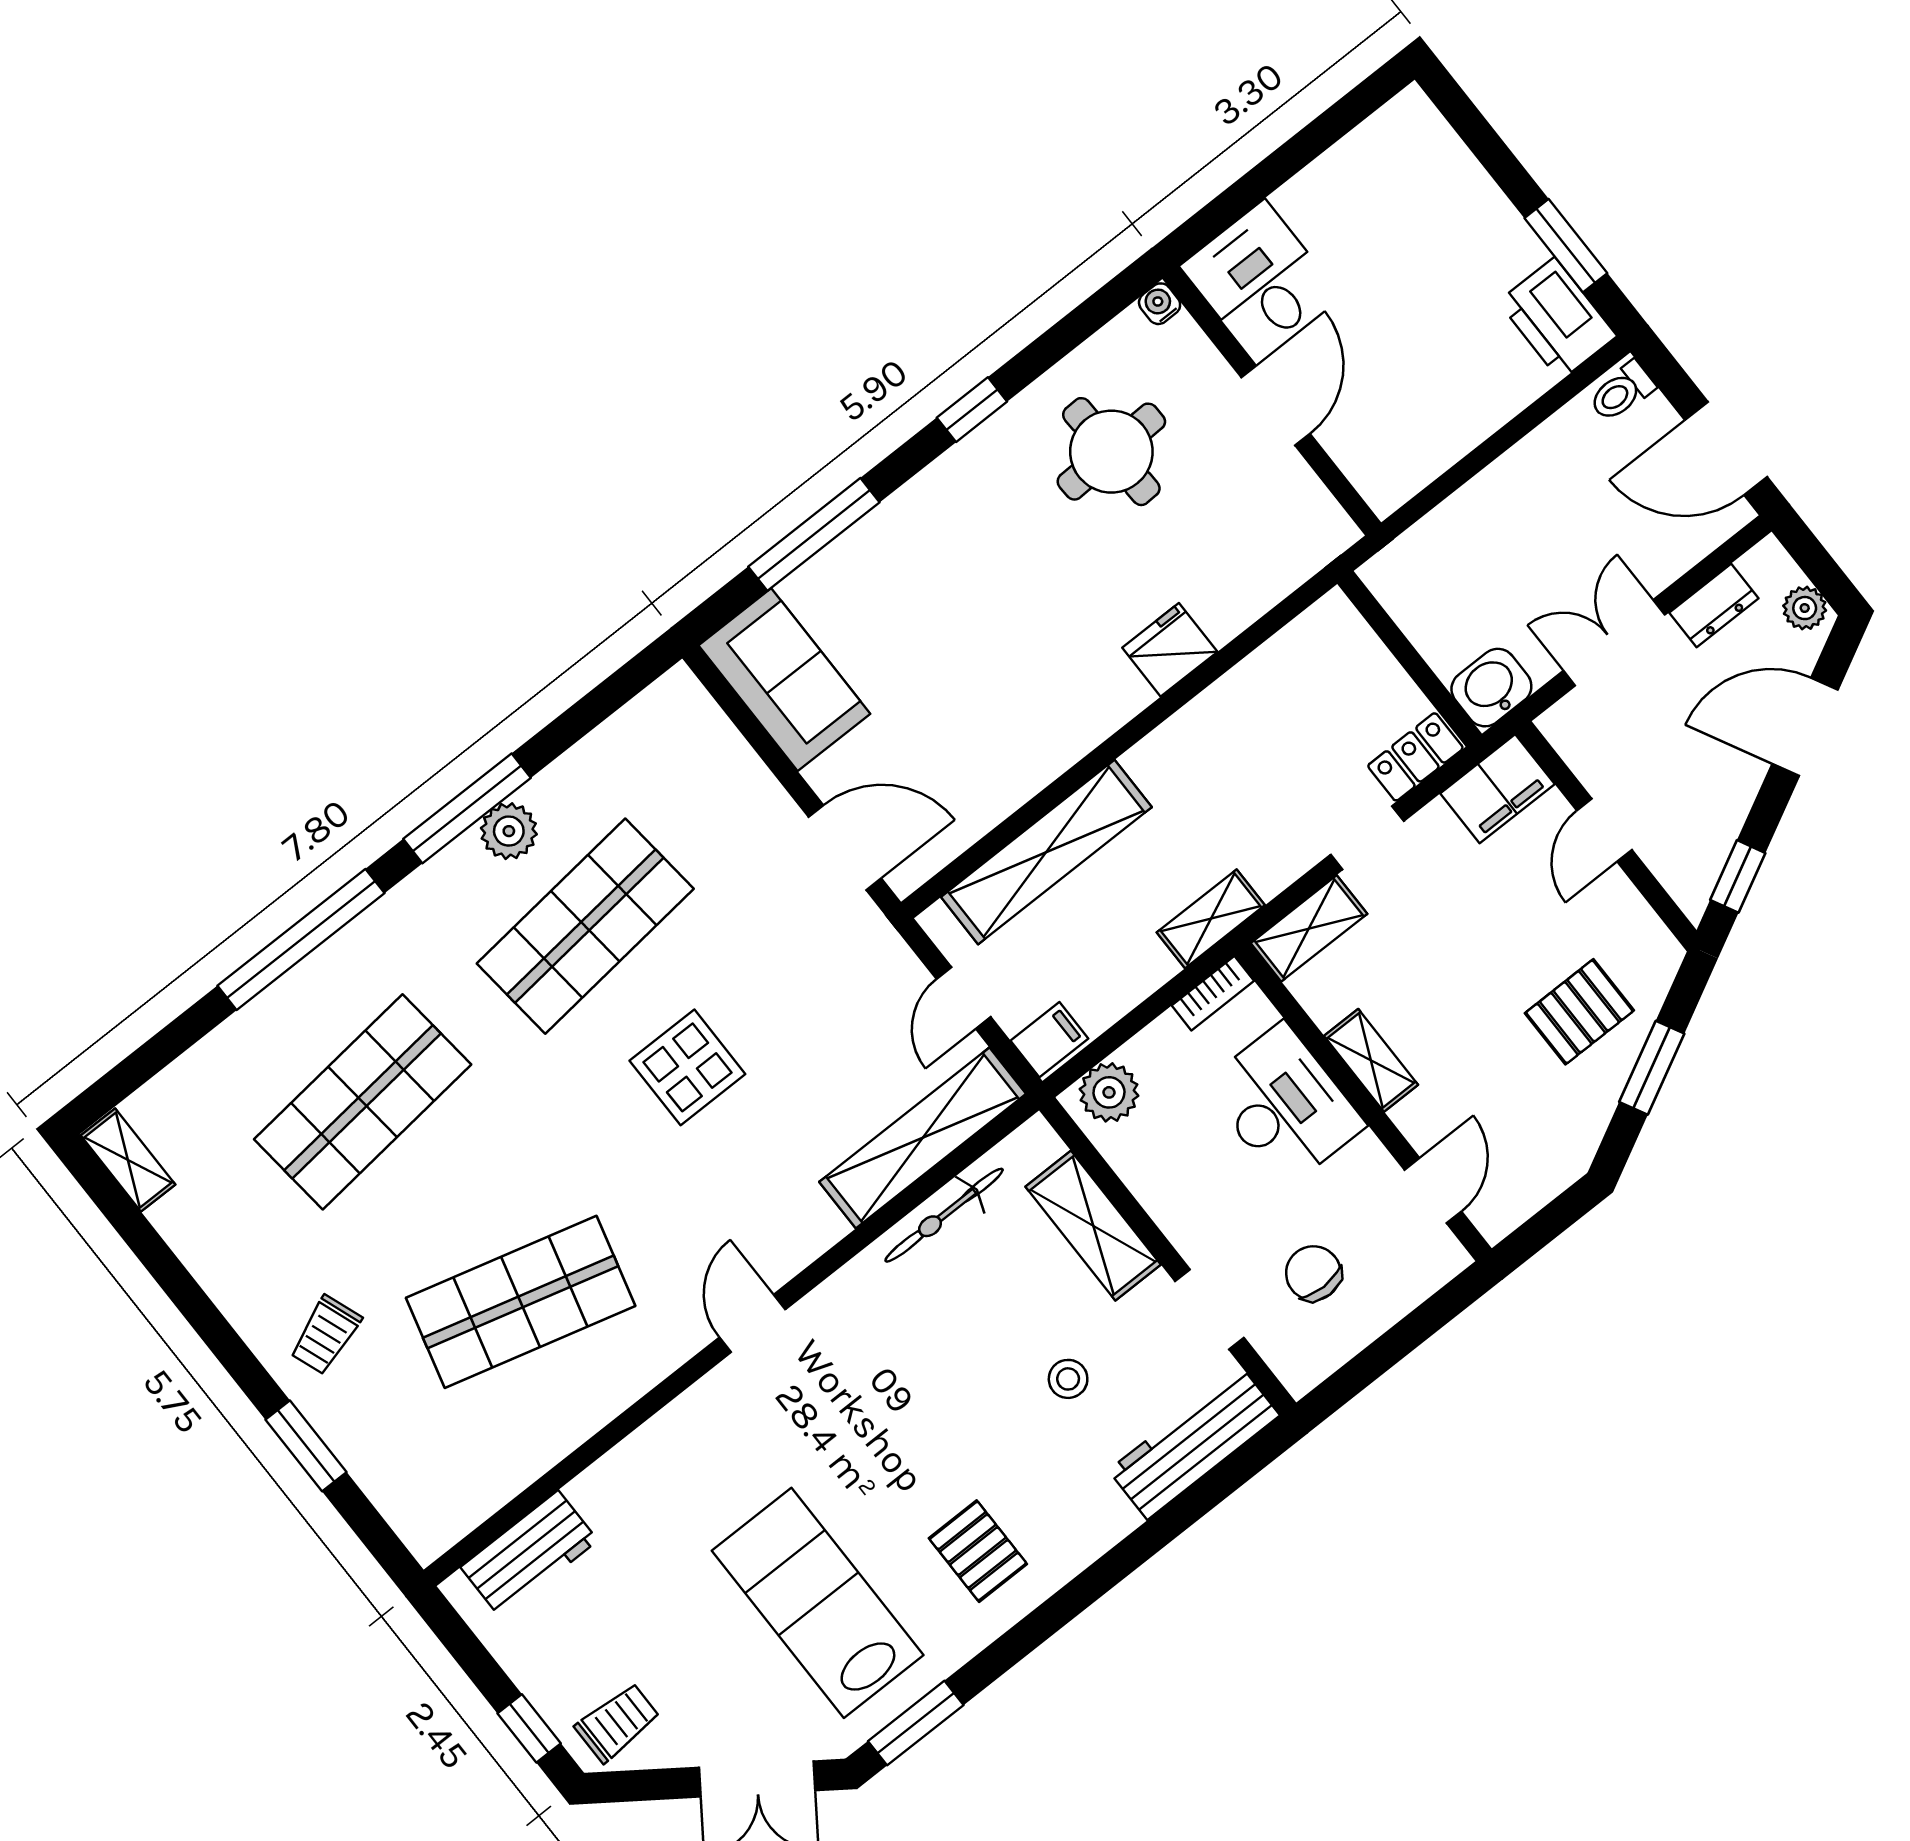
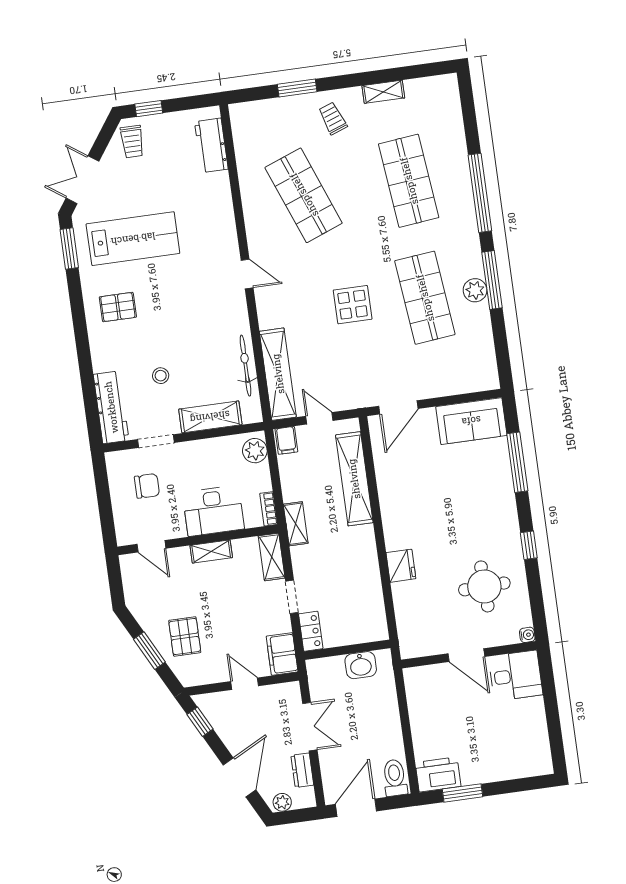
toilet: (1622, 392) -> (395, 778), width x1.37, depth x1.39
washbasin: (1491, 688) -> (361, 665), moved, turned 90
shelving: (128, 1160) -> (383, 92), moved
shop shelf: (521, 1302) -> (304, 195), turned -36

